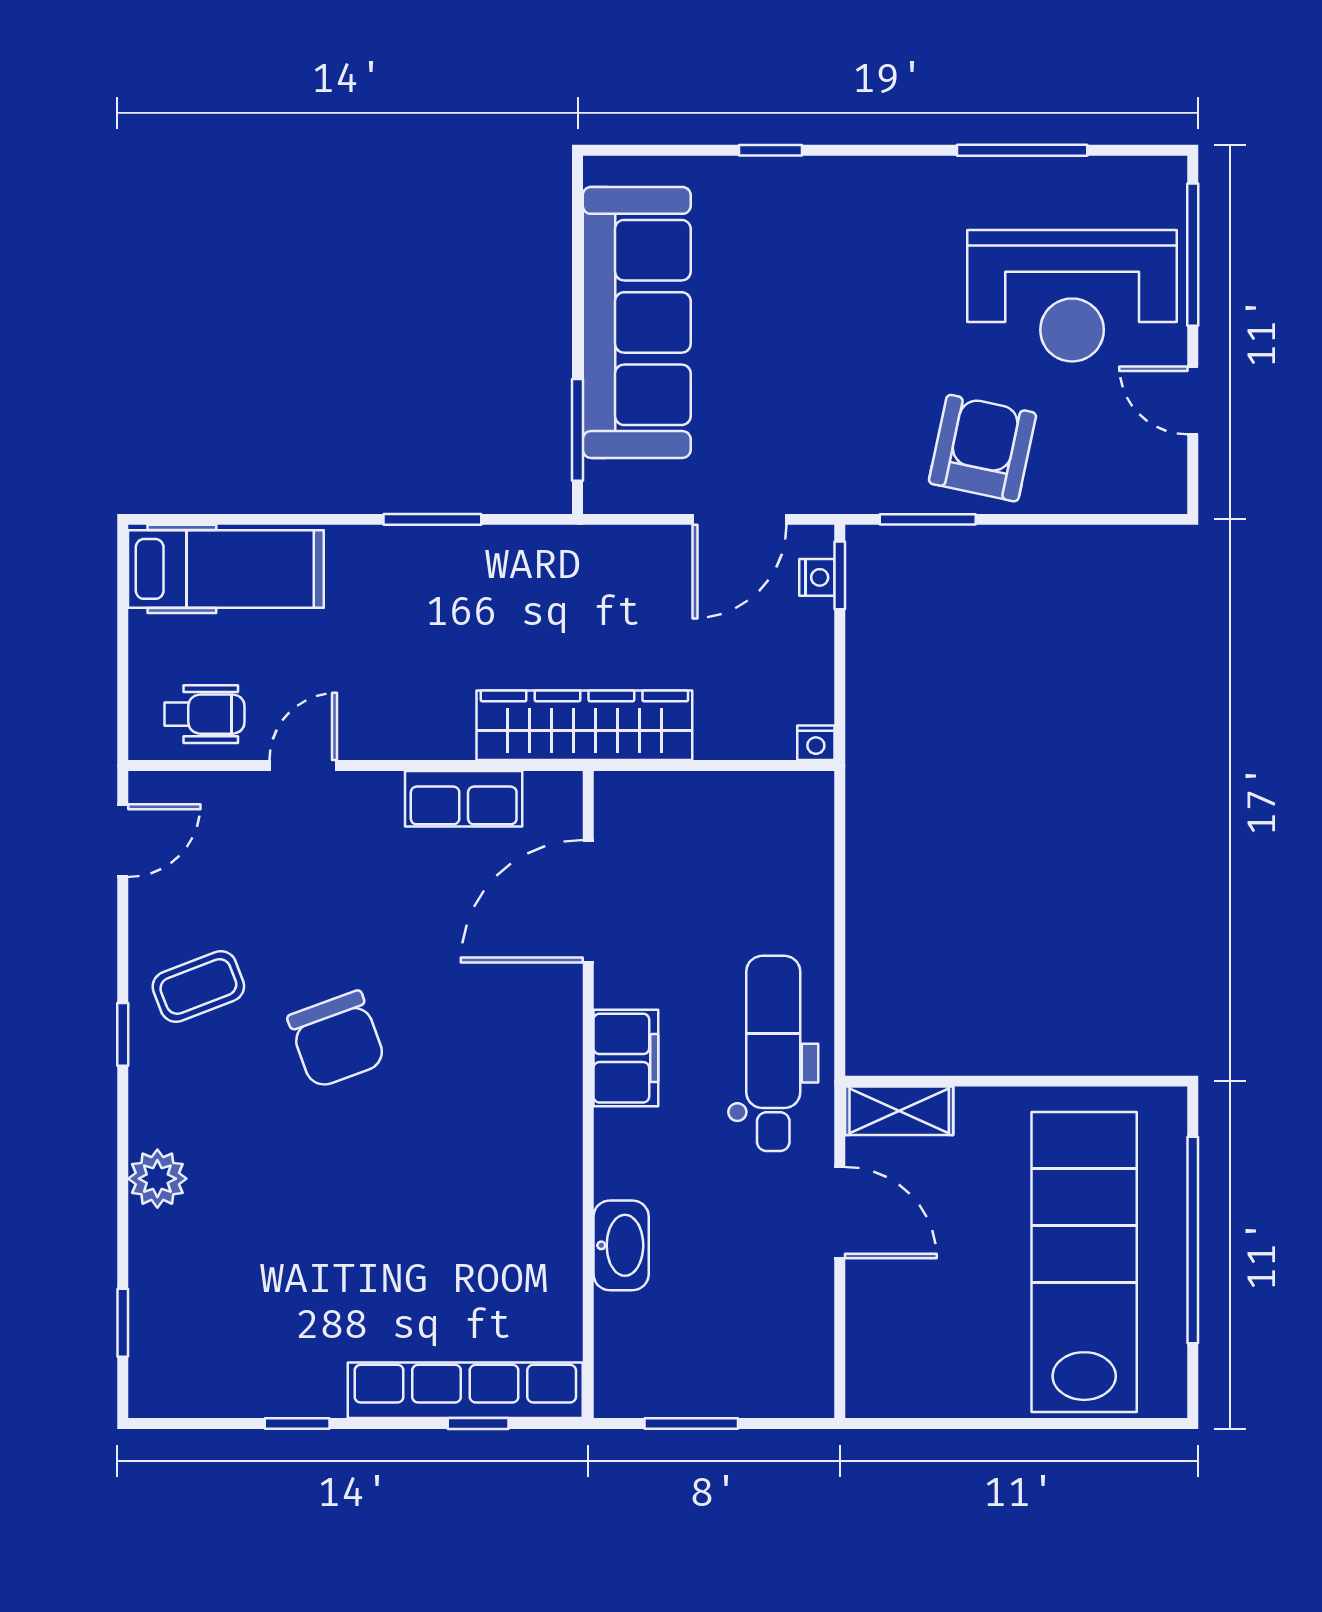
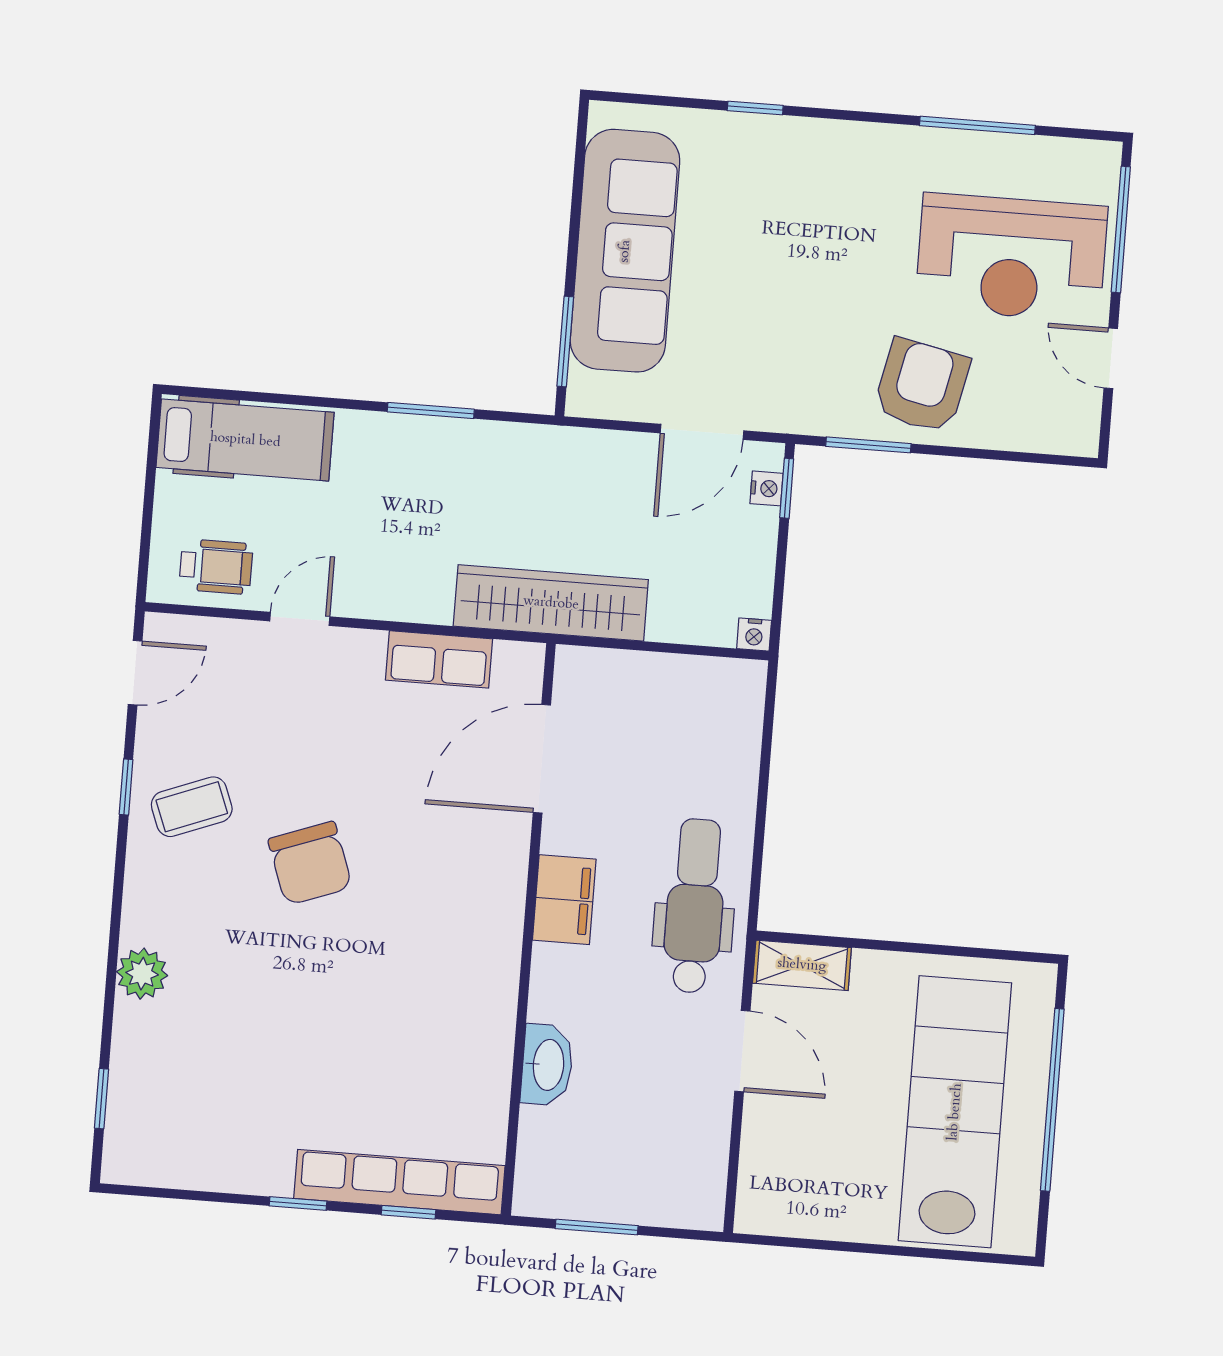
window: (123, 1034) -> (126, 787), moved
window: (297, 1423) -> (298, 1204), moved

